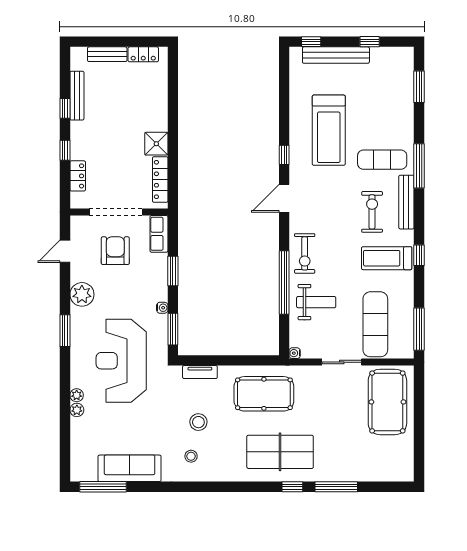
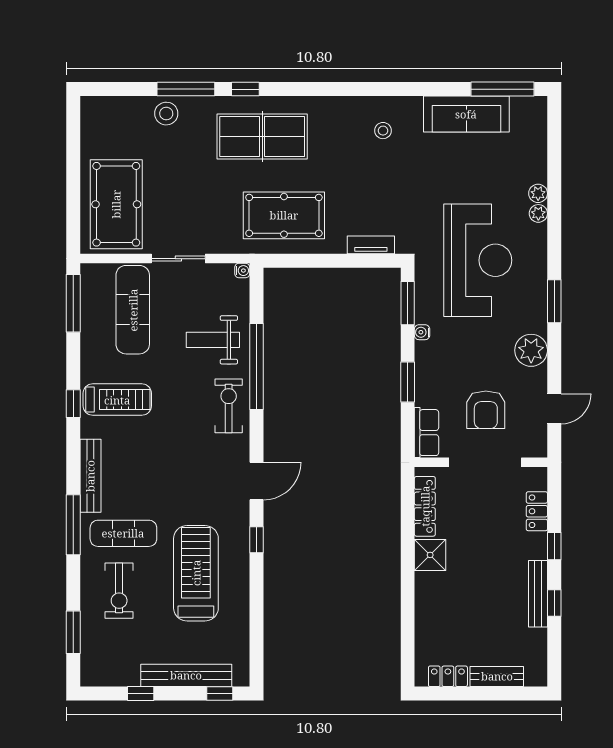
bench: (77, 96) -> (538, 594), moved
exercise bike: (372, 212) -> (119, 591), moved
stool: (198, 422) -> (166, 114), moved

